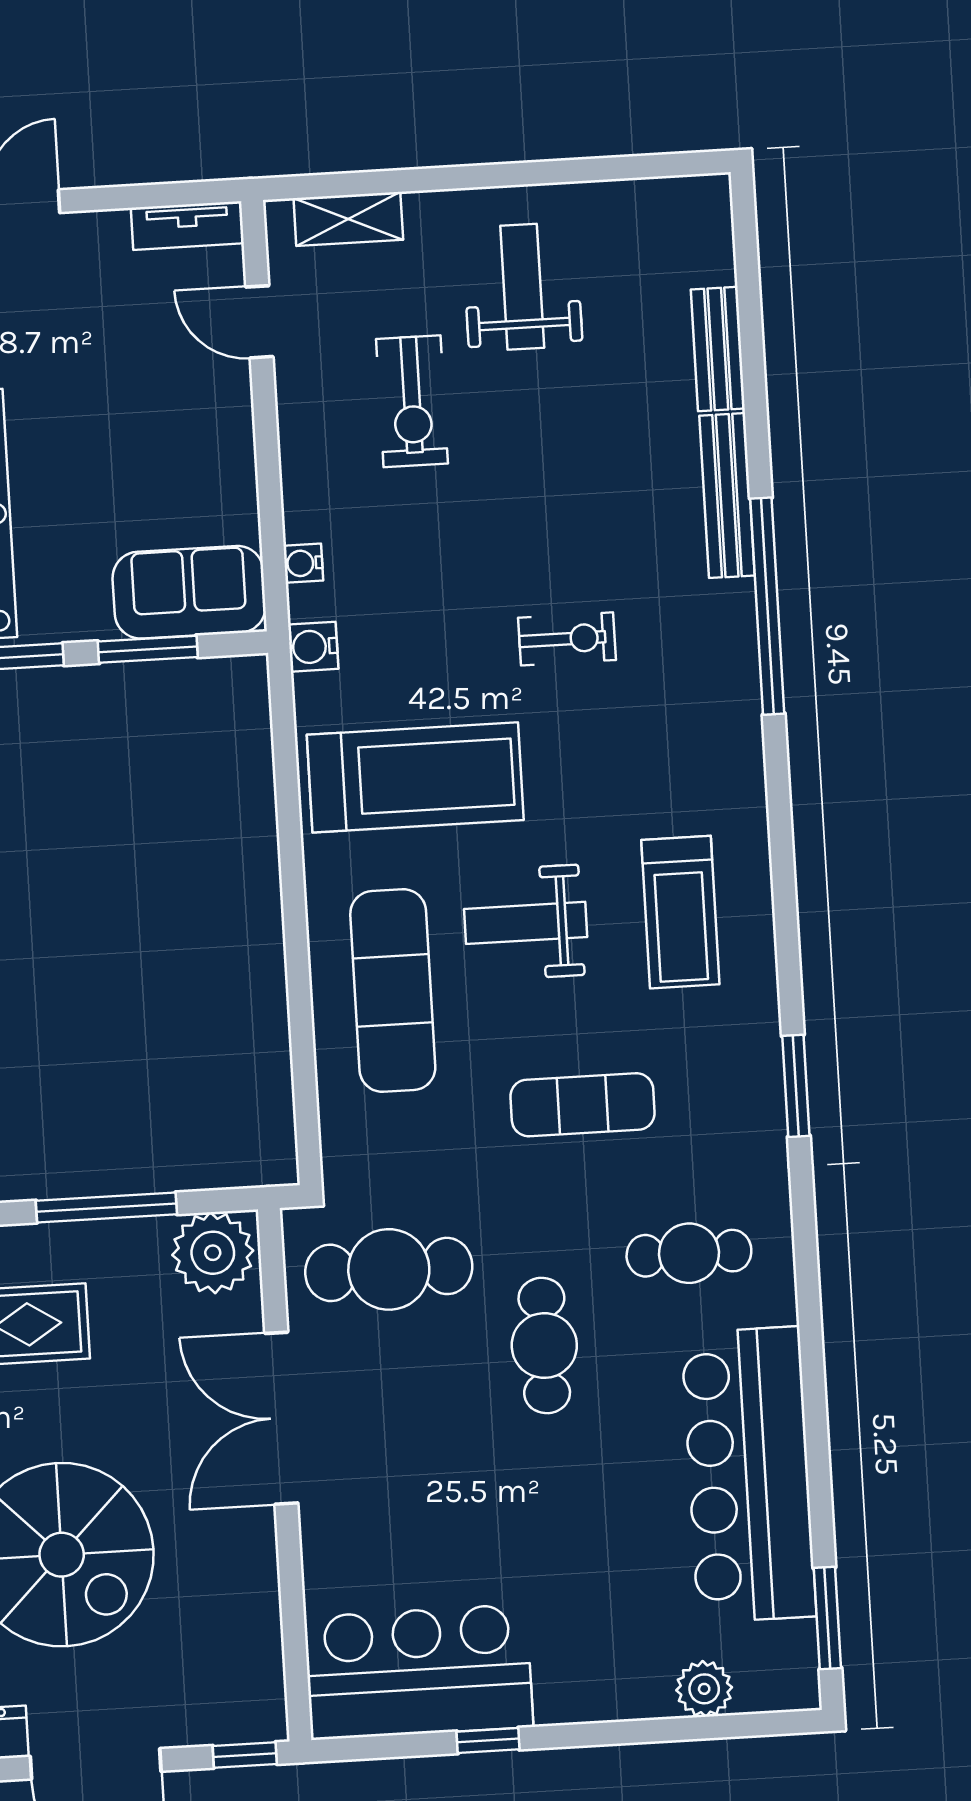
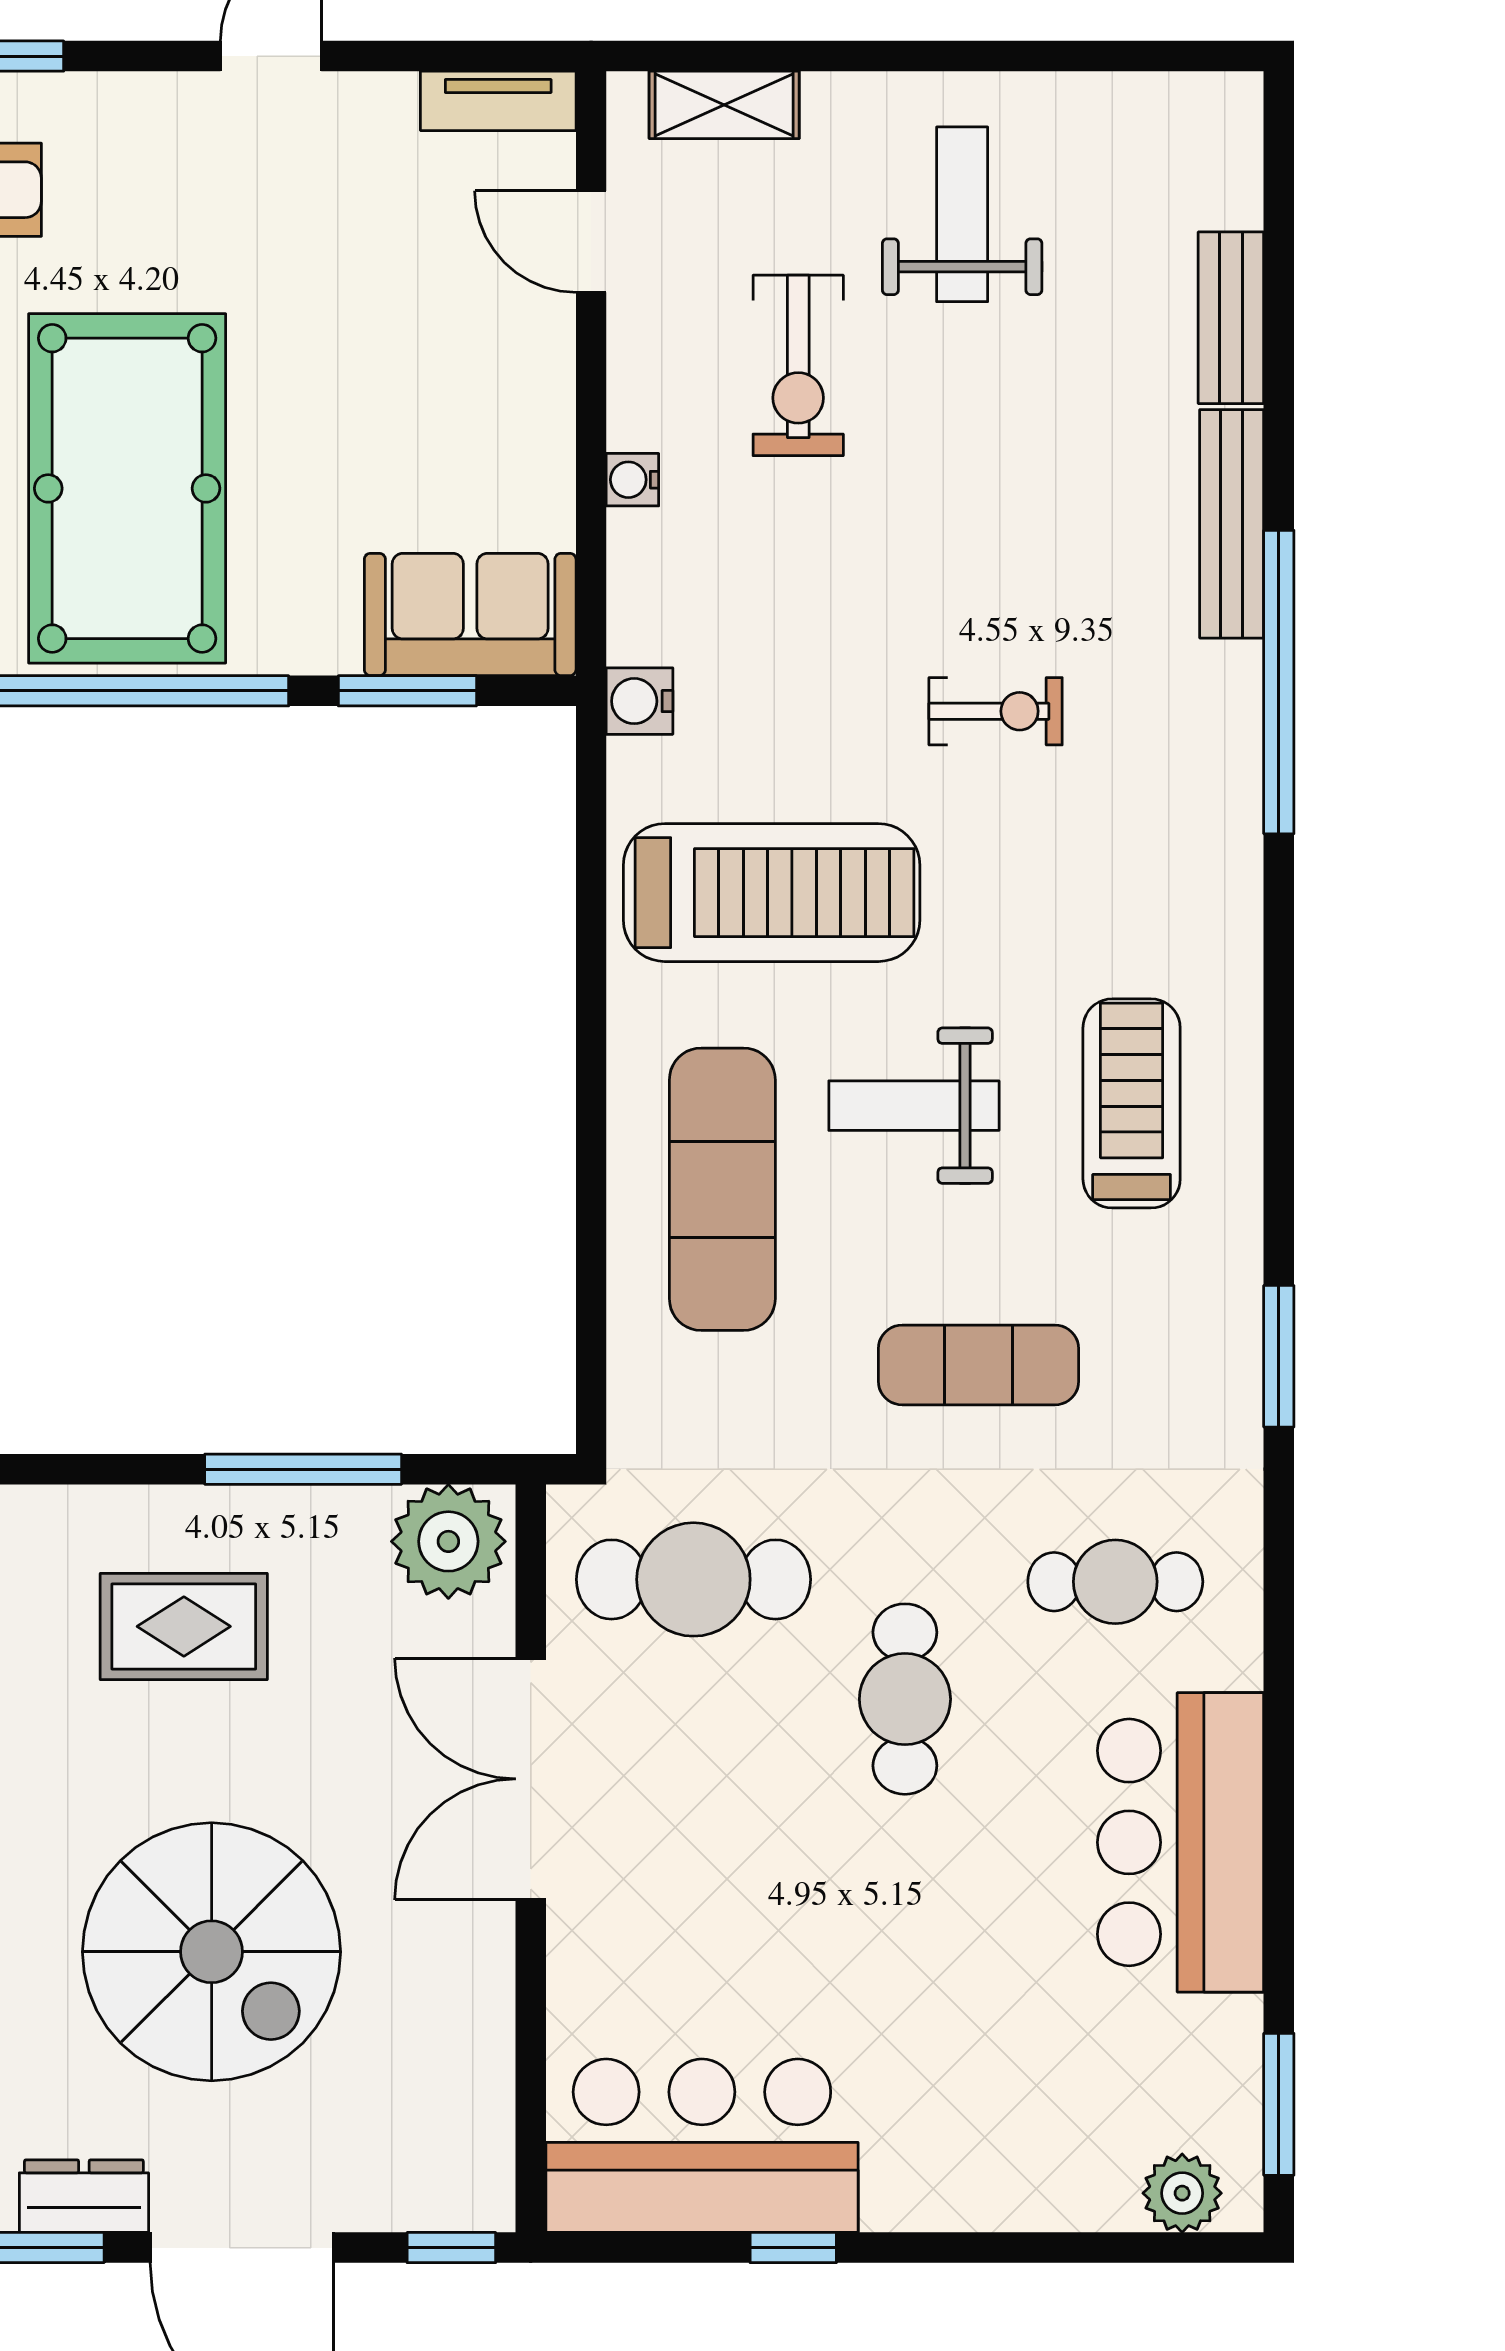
water cooler: (303, 563) -> (632, 480), moved
treadmill: (680, 912) -> (1132, 1103), turned 180
bar counter: (749, 1475) -> (1181, 1842), width x0.73
plant: (704, 1689) -> (1182, 2193), moved

